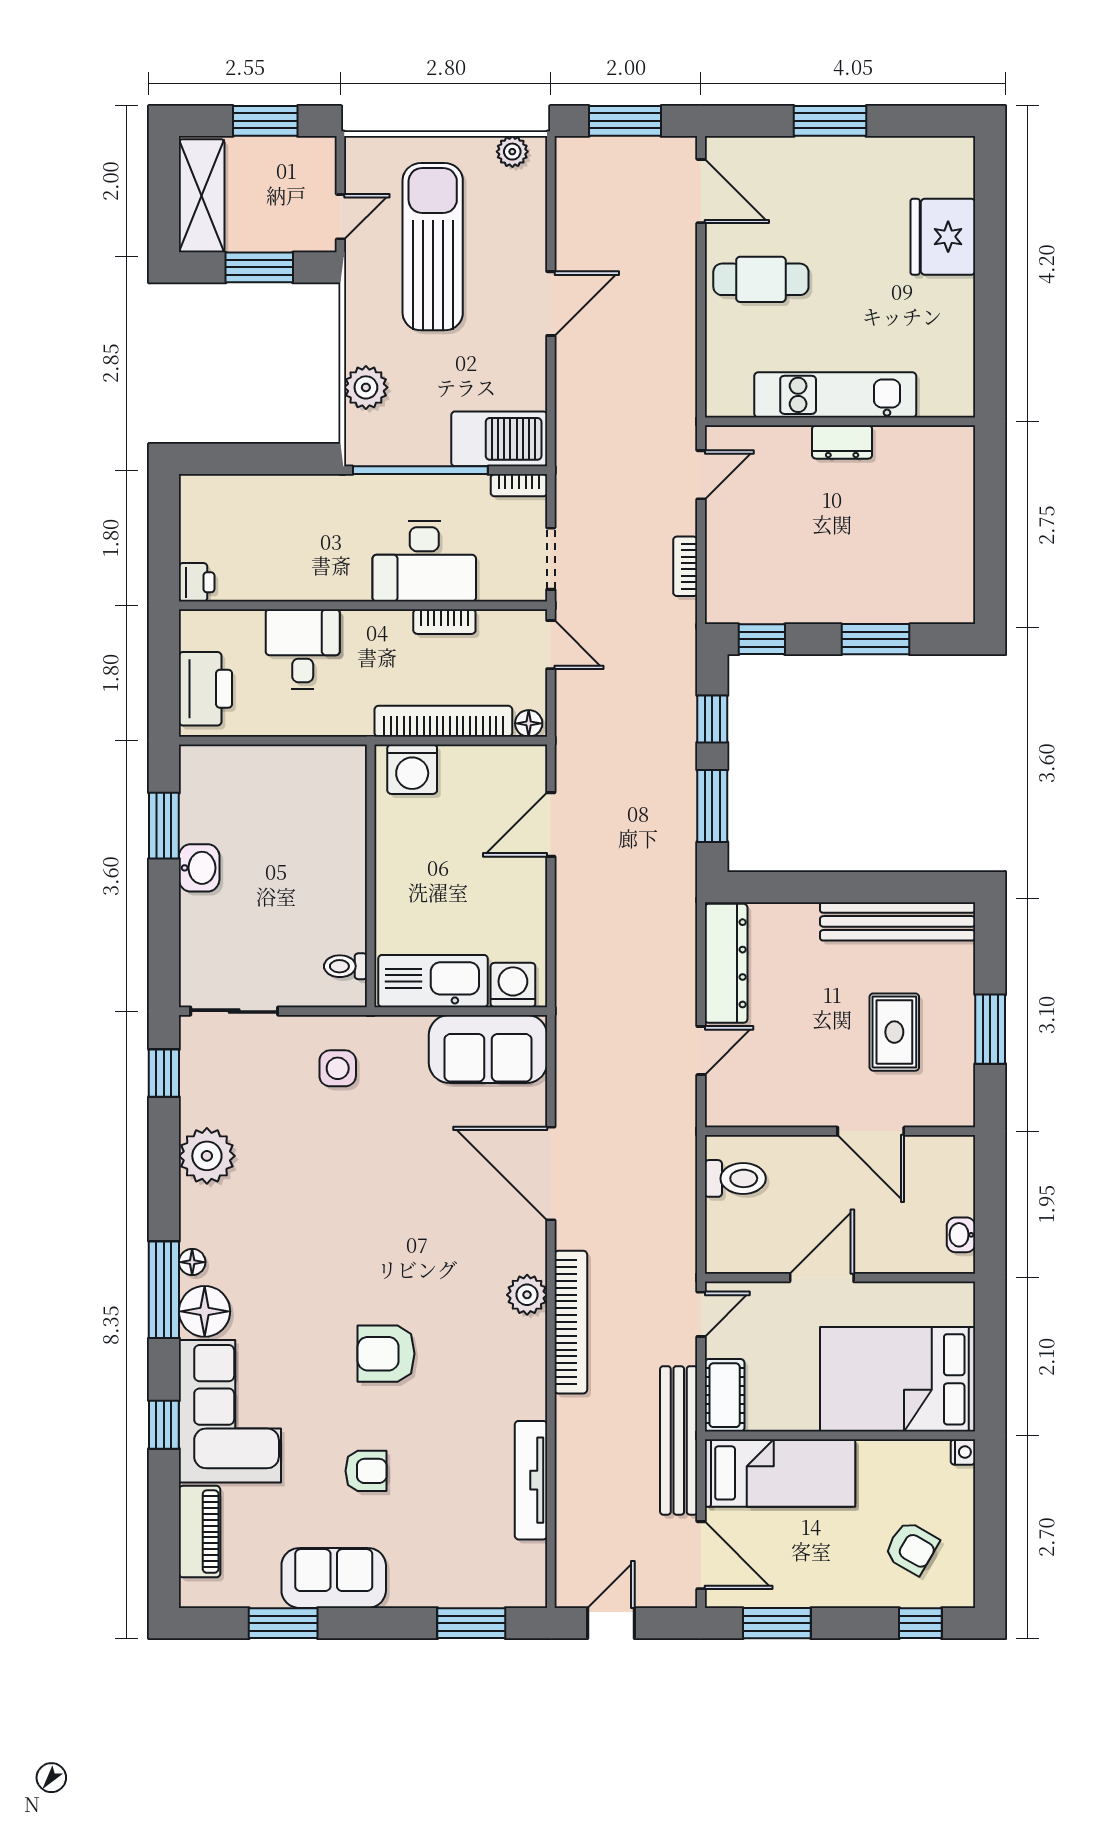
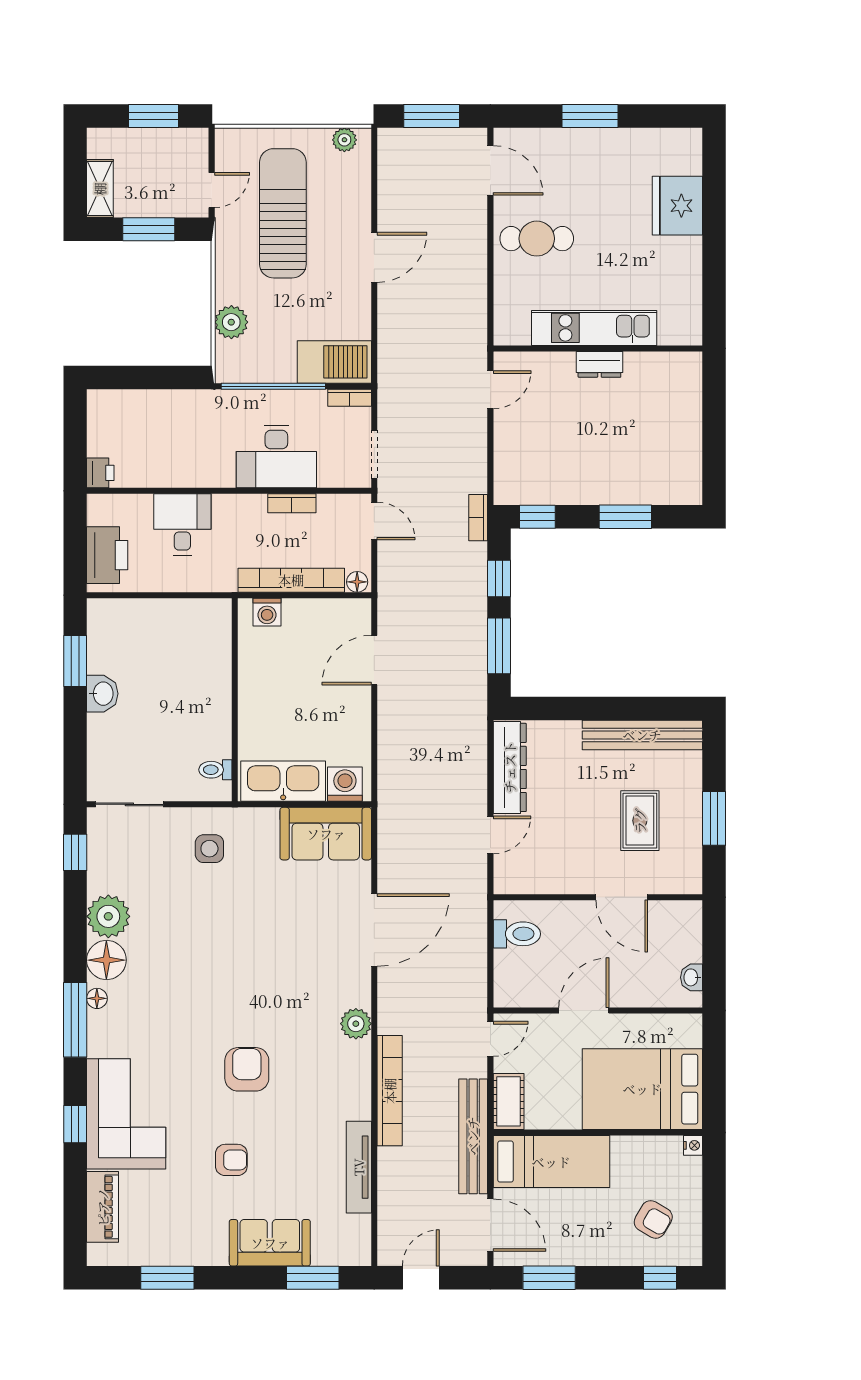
shelving: (202, 196) -> (100, 189), width x0.67, depth x0.75
bookcase: (685, 566) -> (478, 518), moved
washing machine: (412, 769) -> (267, 612), width x0.73, depth x0.73
door: (551, 1173) -> (374, 930), swing flipped
floor lamp: (205, 1311) -> (106, 960), moved
bookcase: (571, 1322) -> (390, 1091), moved
armchair: (386, 1354) -> (247, 1069), turned 90
sofa: (334, 1578) -> (270, 1243), moved

